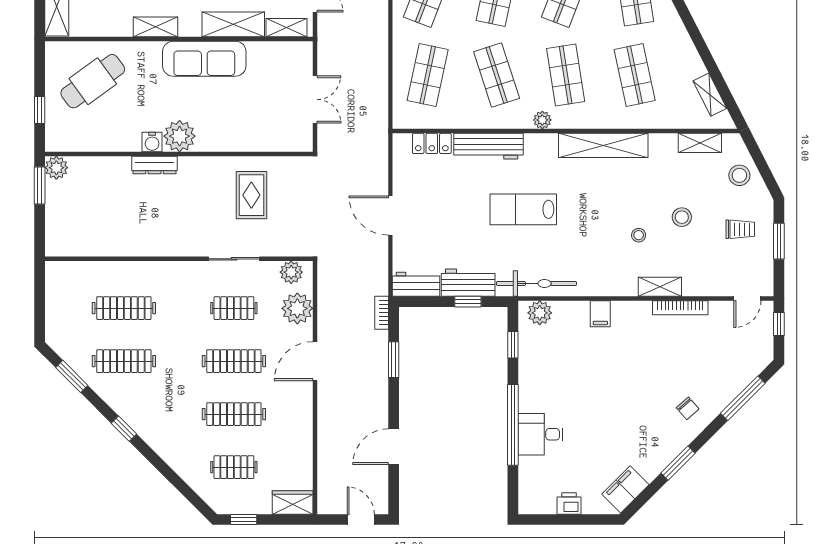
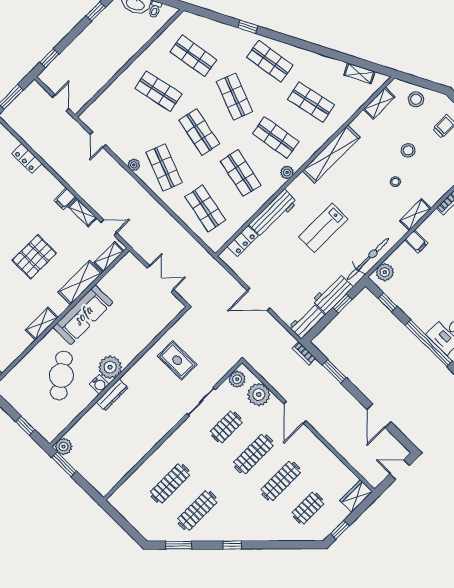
shop shelf: (497, 75) -> (241, 173), turned 30
cafe table: (93, 81) -> (61, 376), moved
shelving: (660, 287) -> (415, 215), moved

